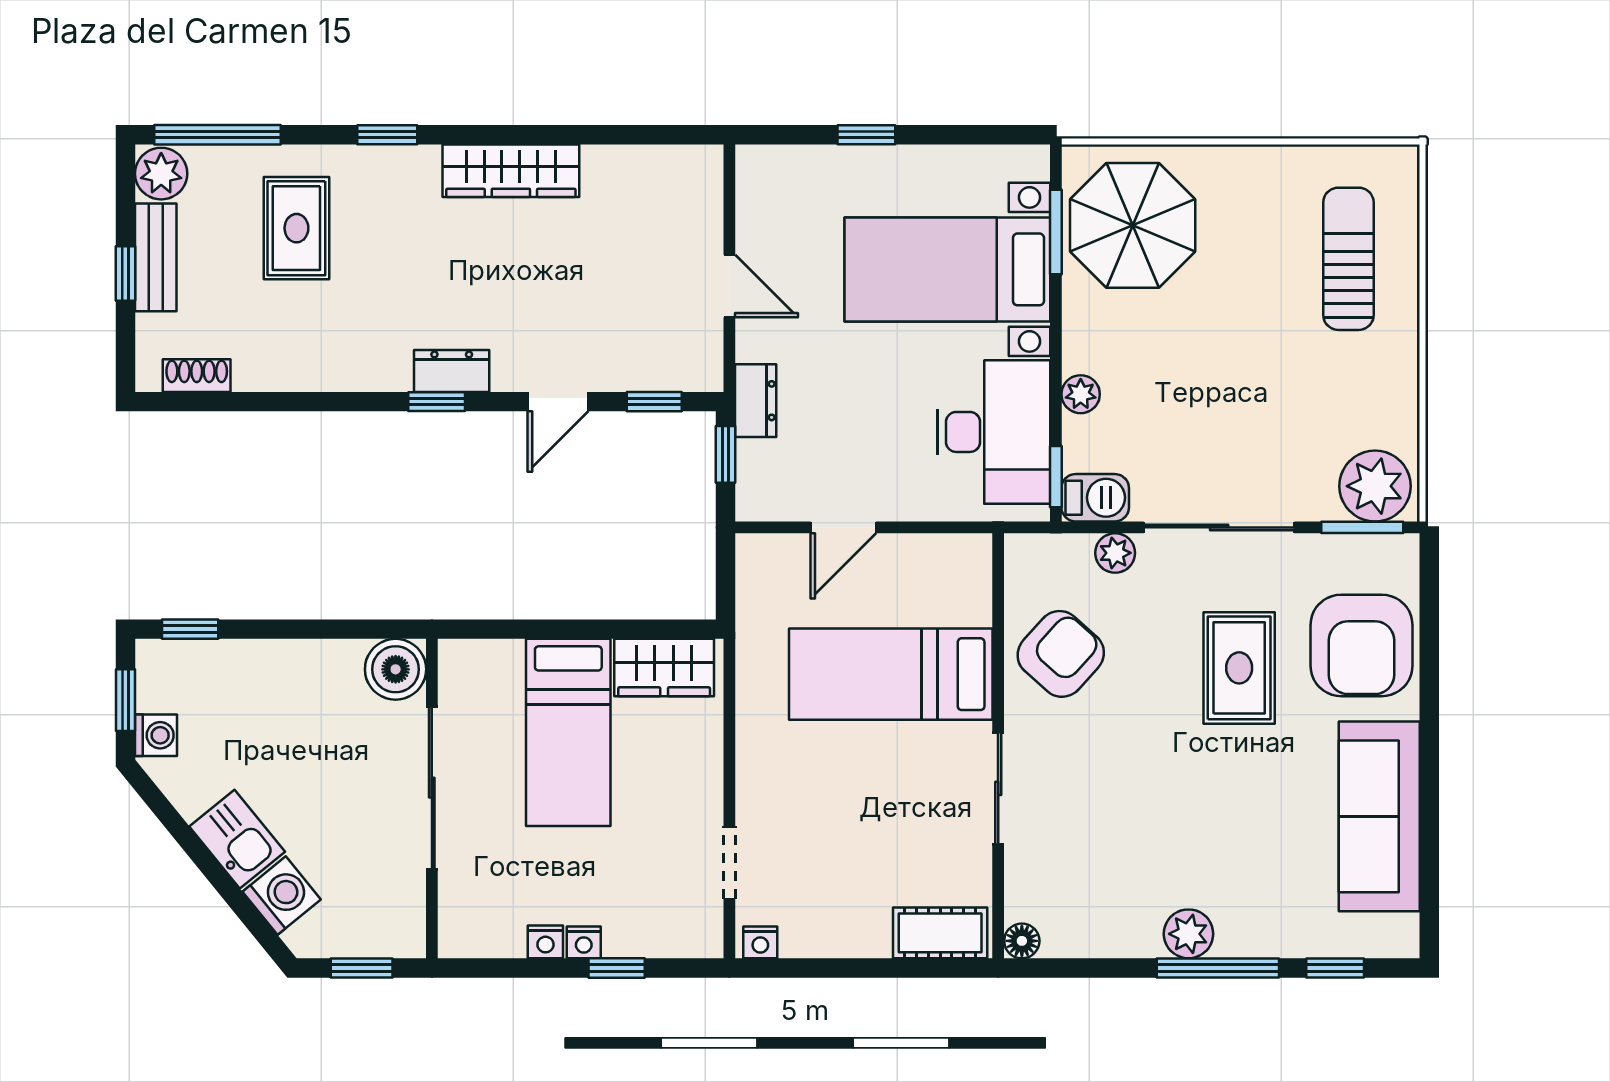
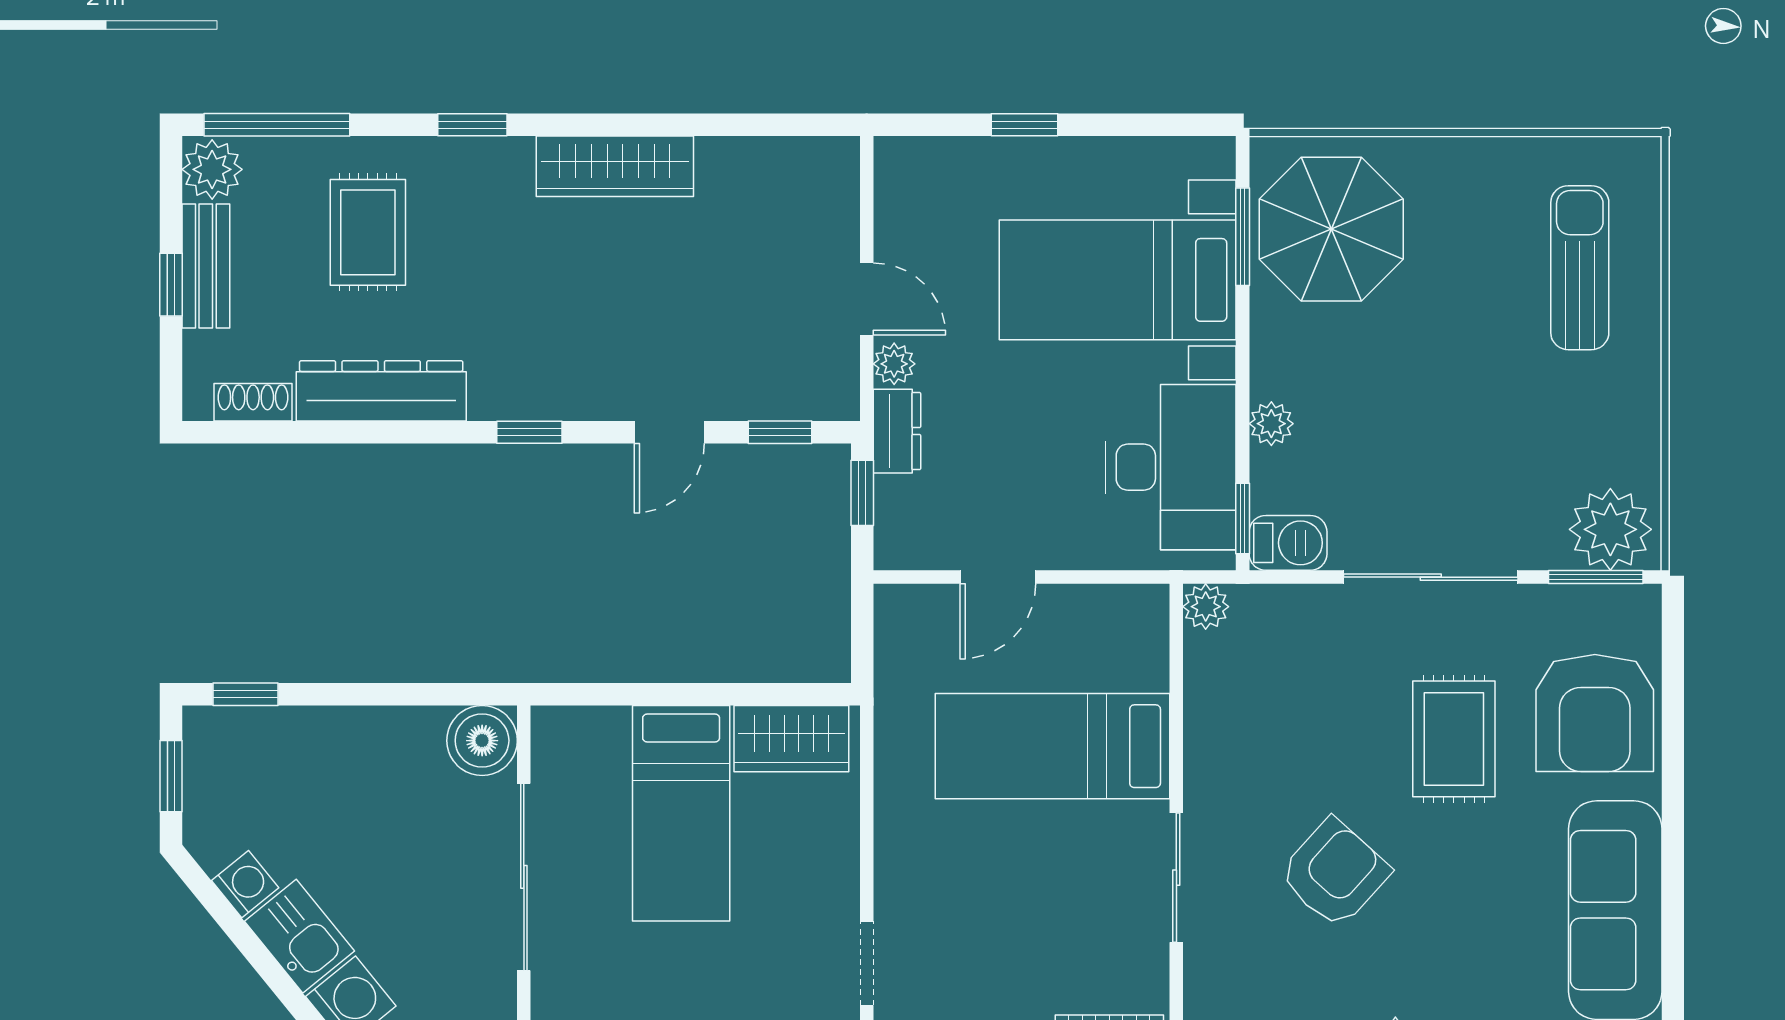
plant: (753, 342) -> (894, 364), added
dresser: (452, 371) -> (381, 391), moved, width x1.96, depth x1.24
plant: (1115, 553) -> (1206, 607), moved
armchair: (1061, 654) -> (1334, 873), moved
washing machine: (156, 735) -> (245, 884), moved, turned -39

